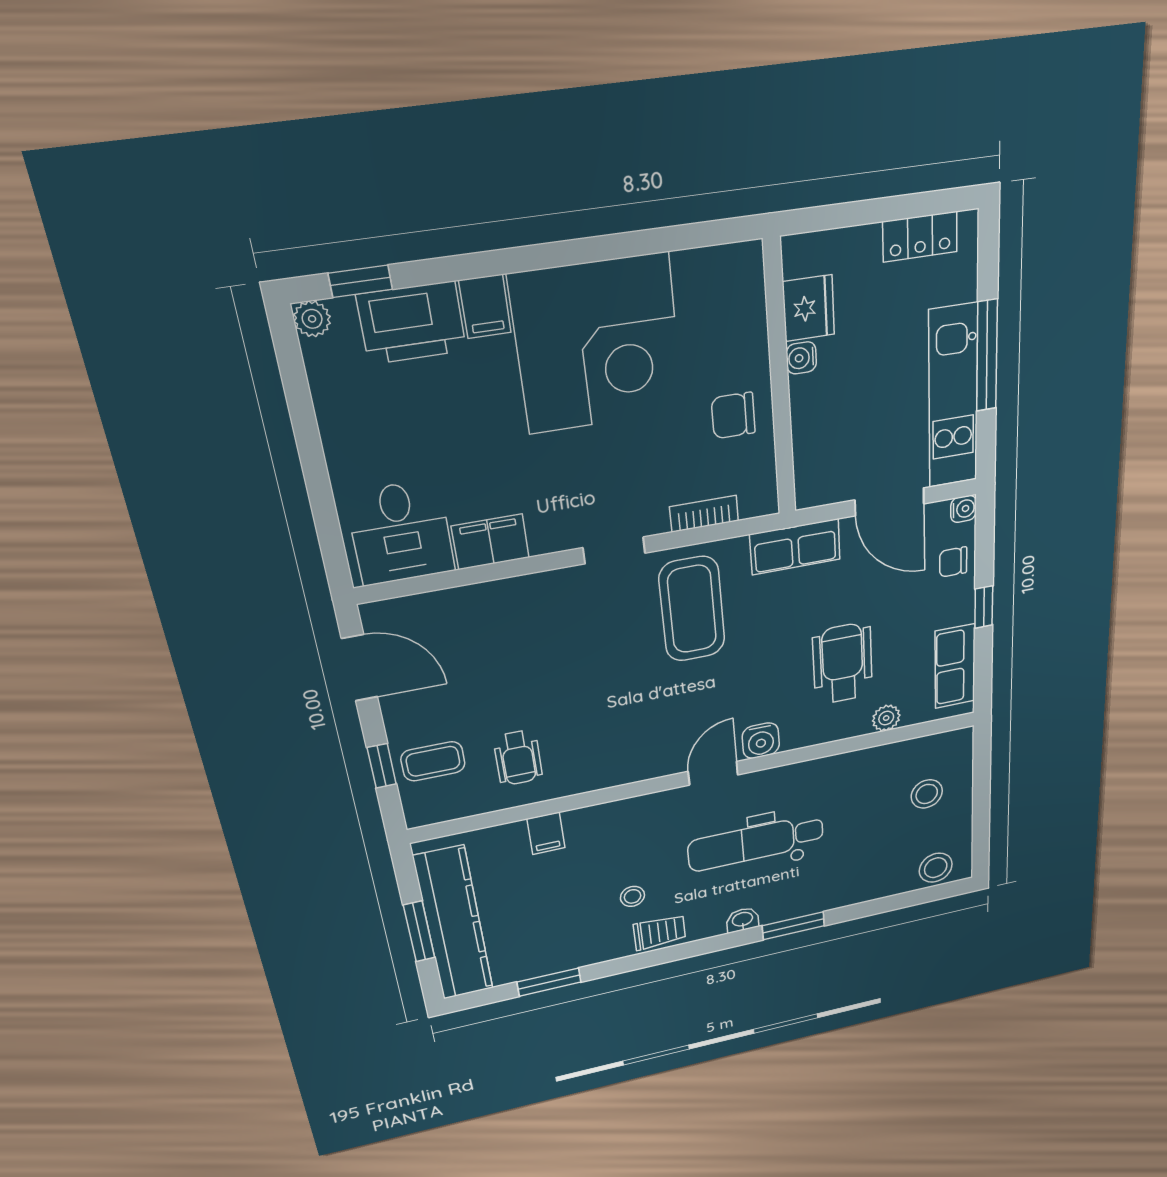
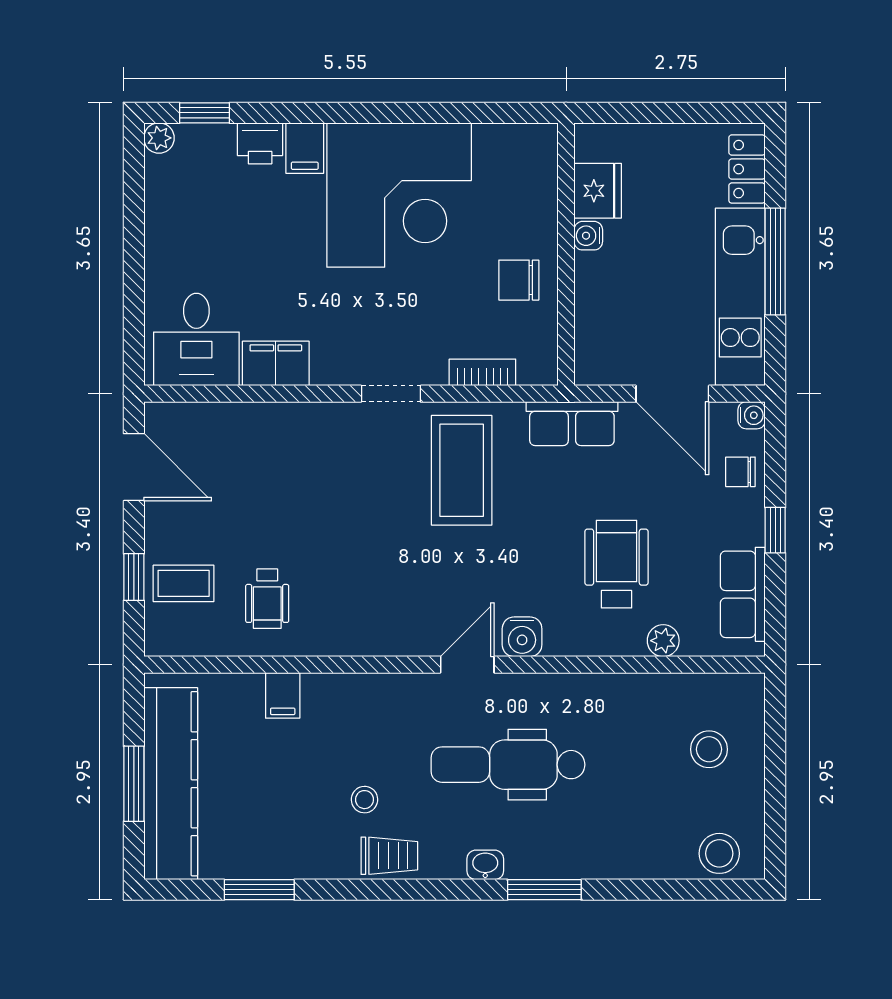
locker: (920, 237) -> (747, 169), moved, turned 90
printer: (412, 323) -> (260, 143), width x0.53, depth x0.68

